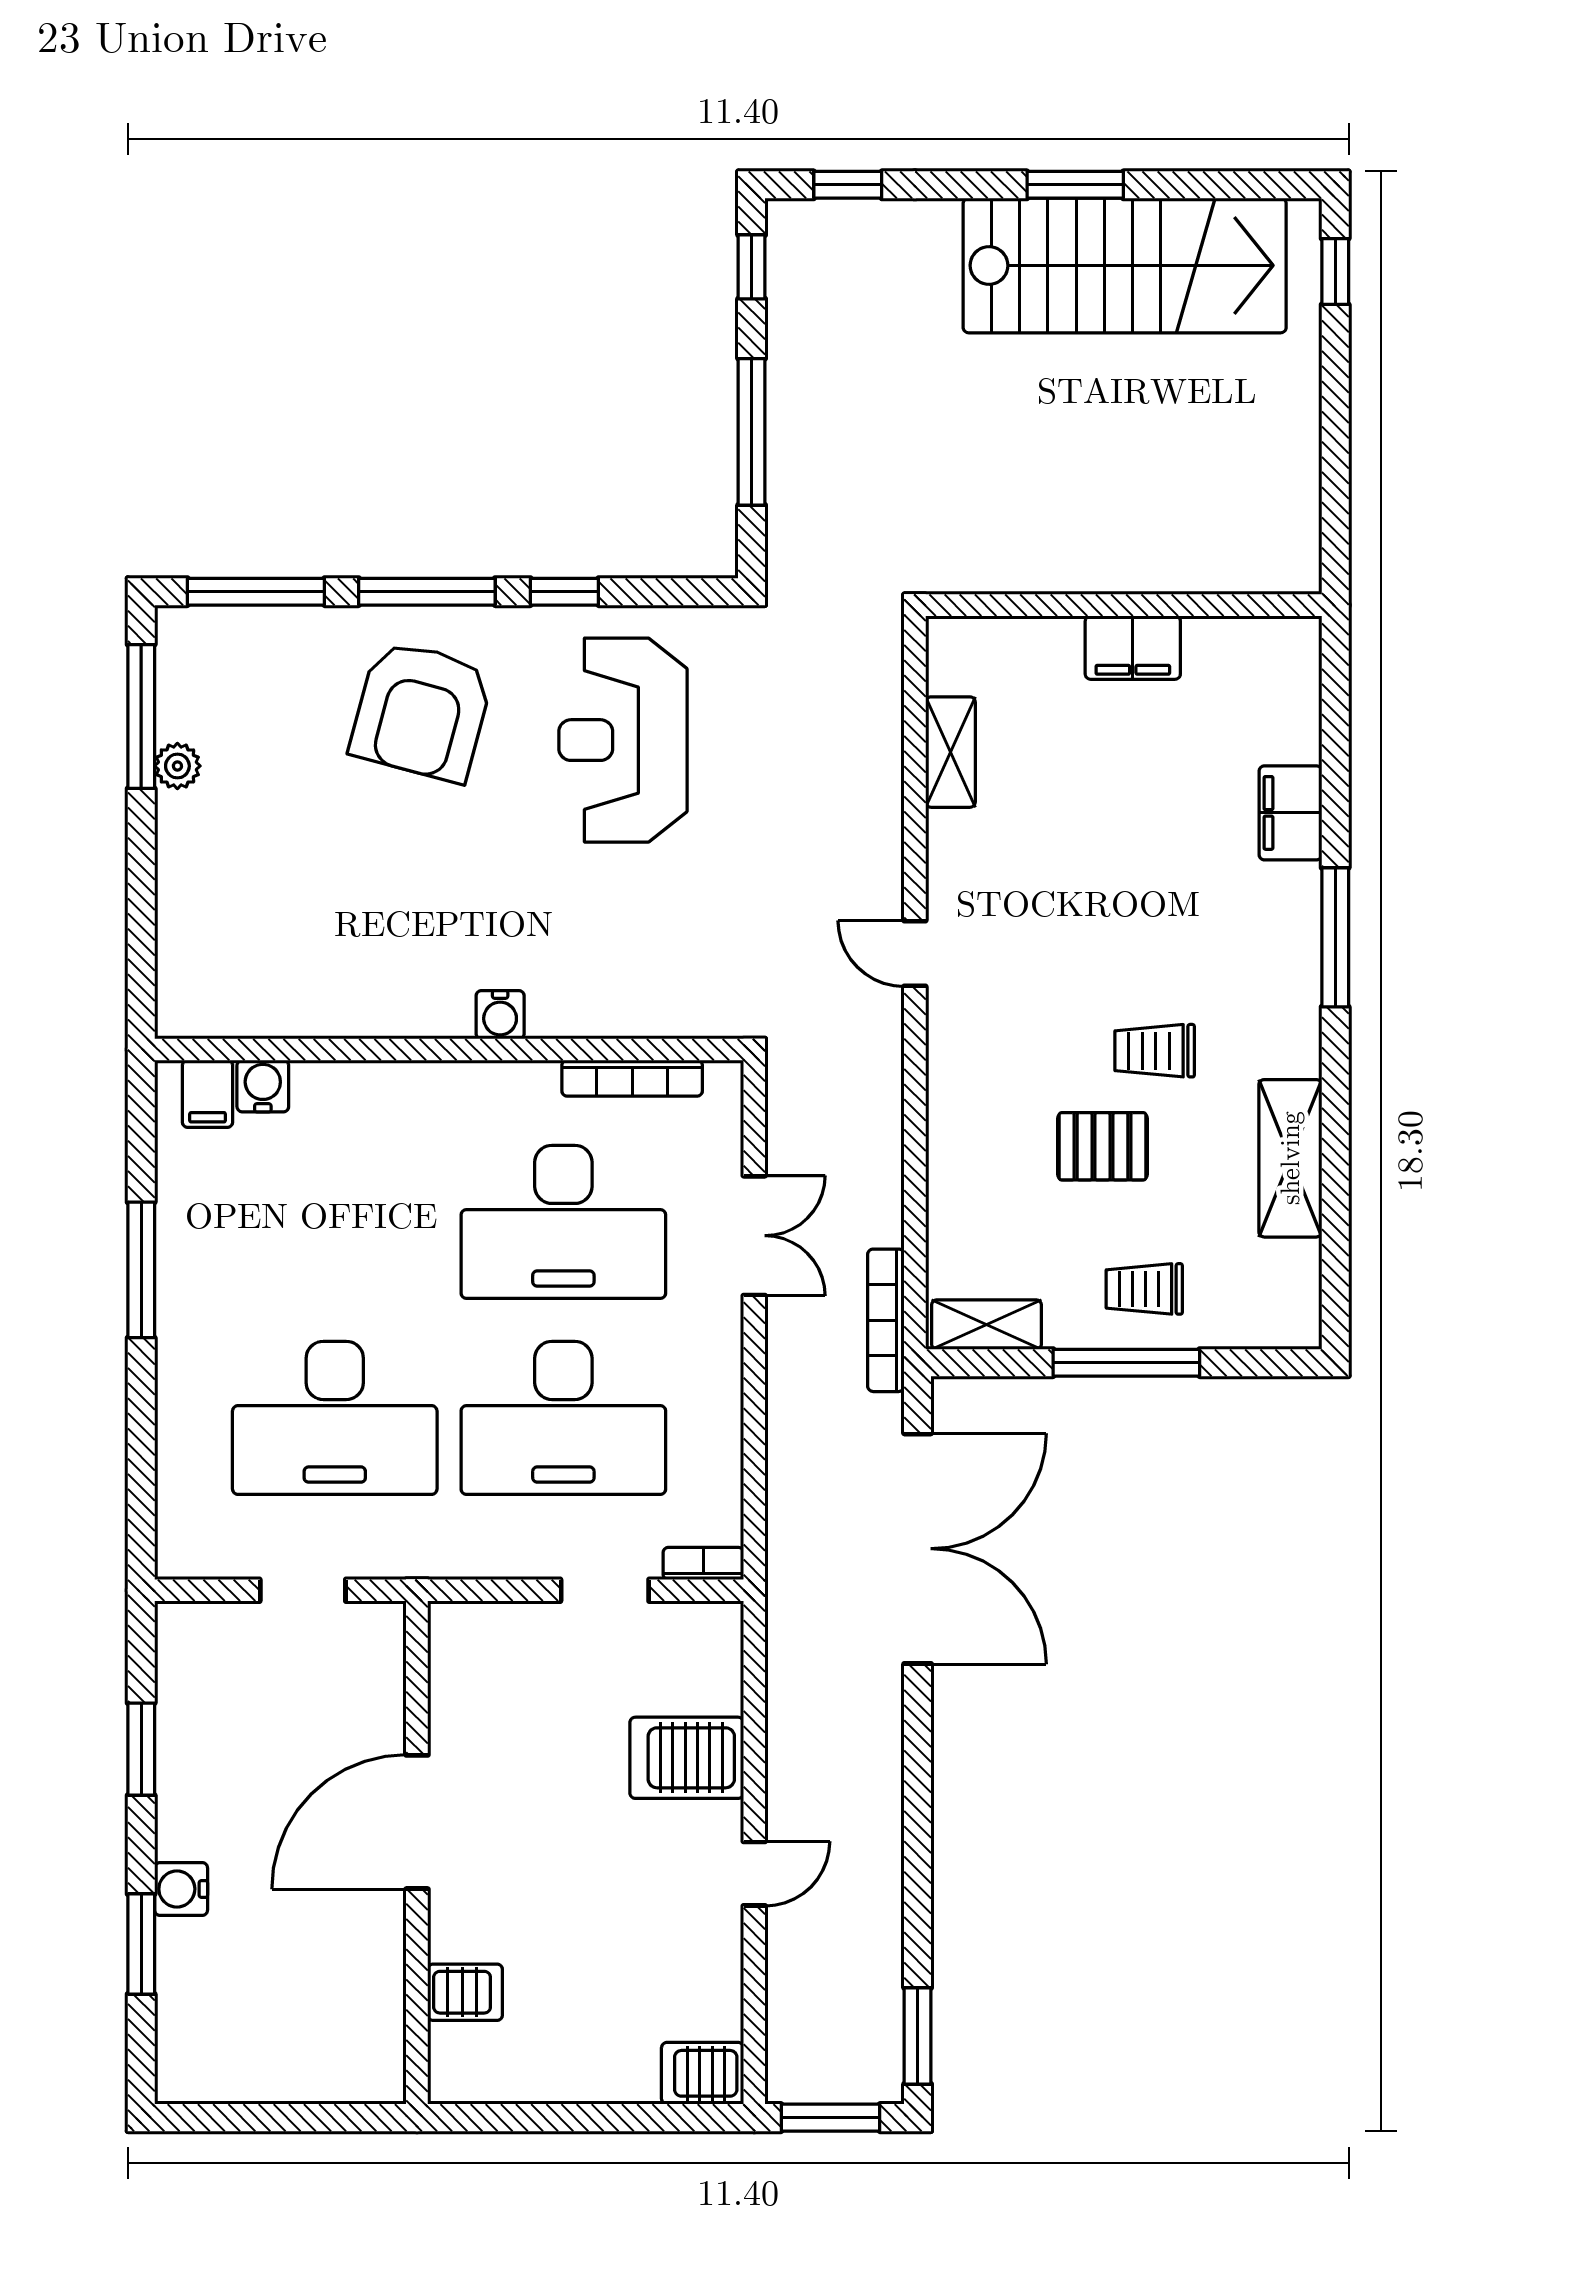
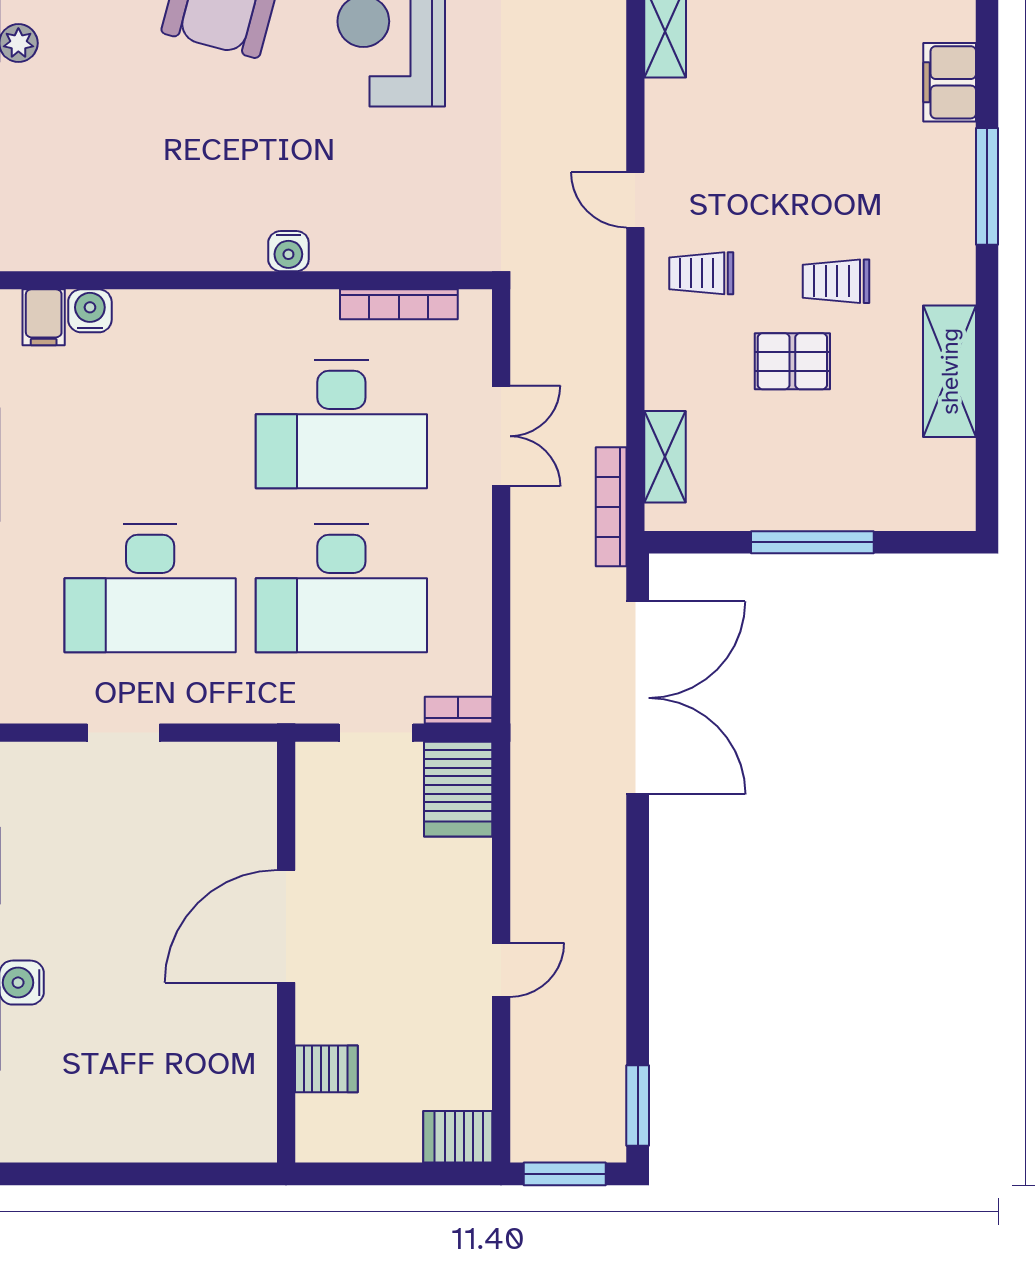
trolley: (1144, 1289) -> (701, 273), moved
shelving: (986, 1325) -> (665, 457), moved, turned 90
server rack: (687, 1758) -> (458, 789), moved, turned -90
door: (417, 1822) -> (286, 926), moved
wall: (417, 1853) -> (286, 952), moved
server rack: (465, 1992) -> (326, 1069), moved

